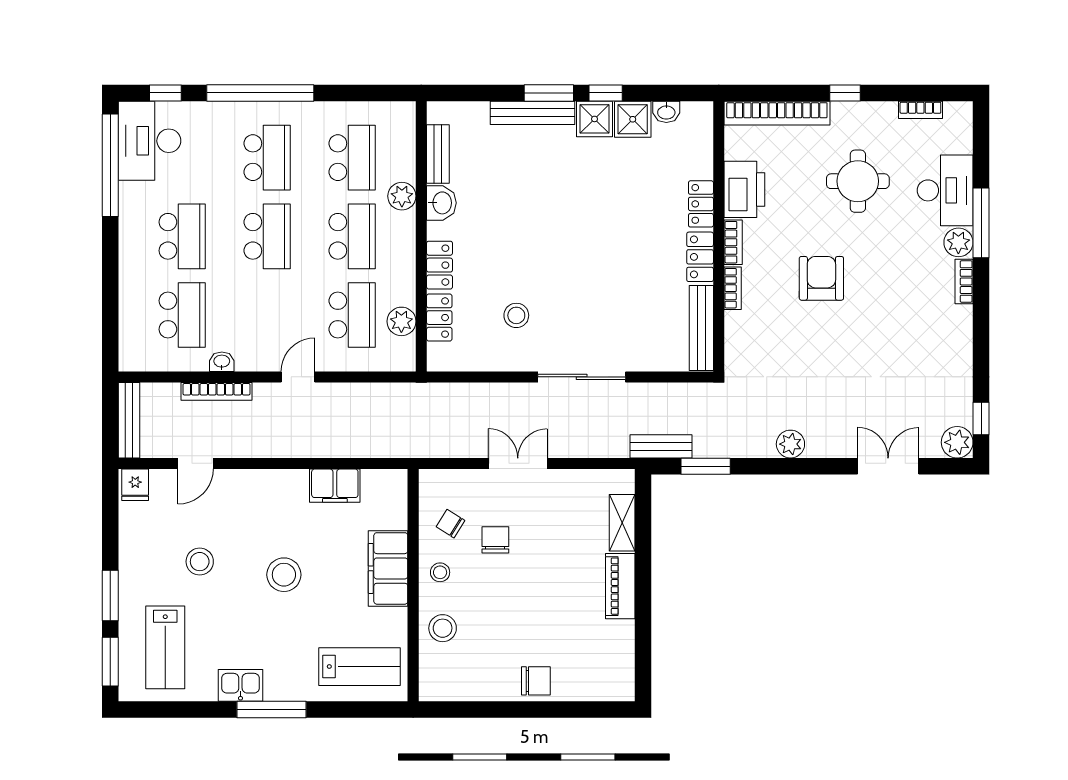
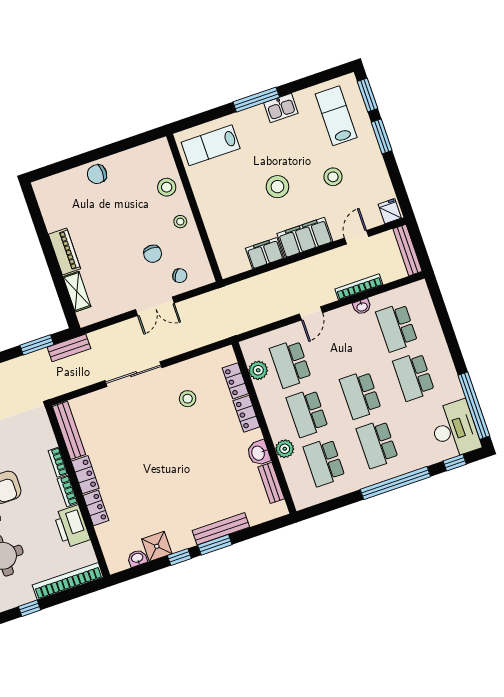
shower: (595, 119) -> (181, 538), removed
chair: (450, 524) -> (180, 276), moved
filing cabinet: (388, 568) -> (305, 237), moved, turned -90

